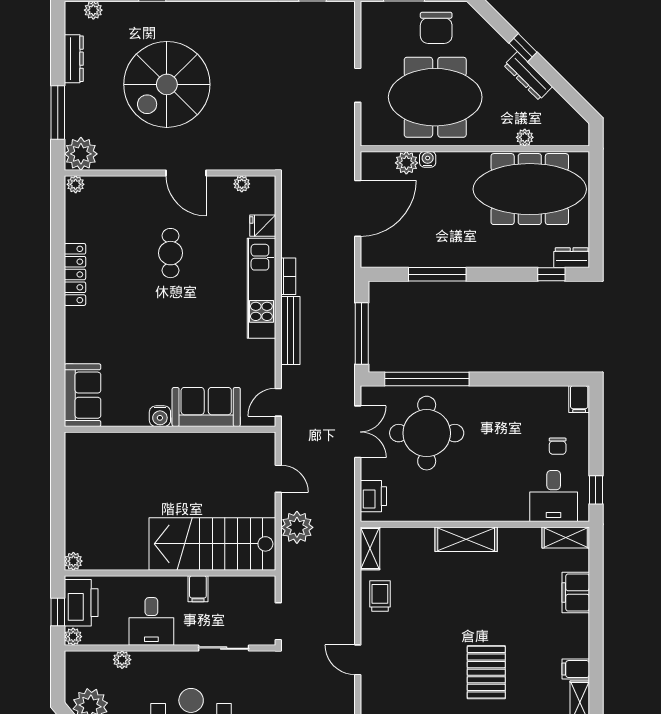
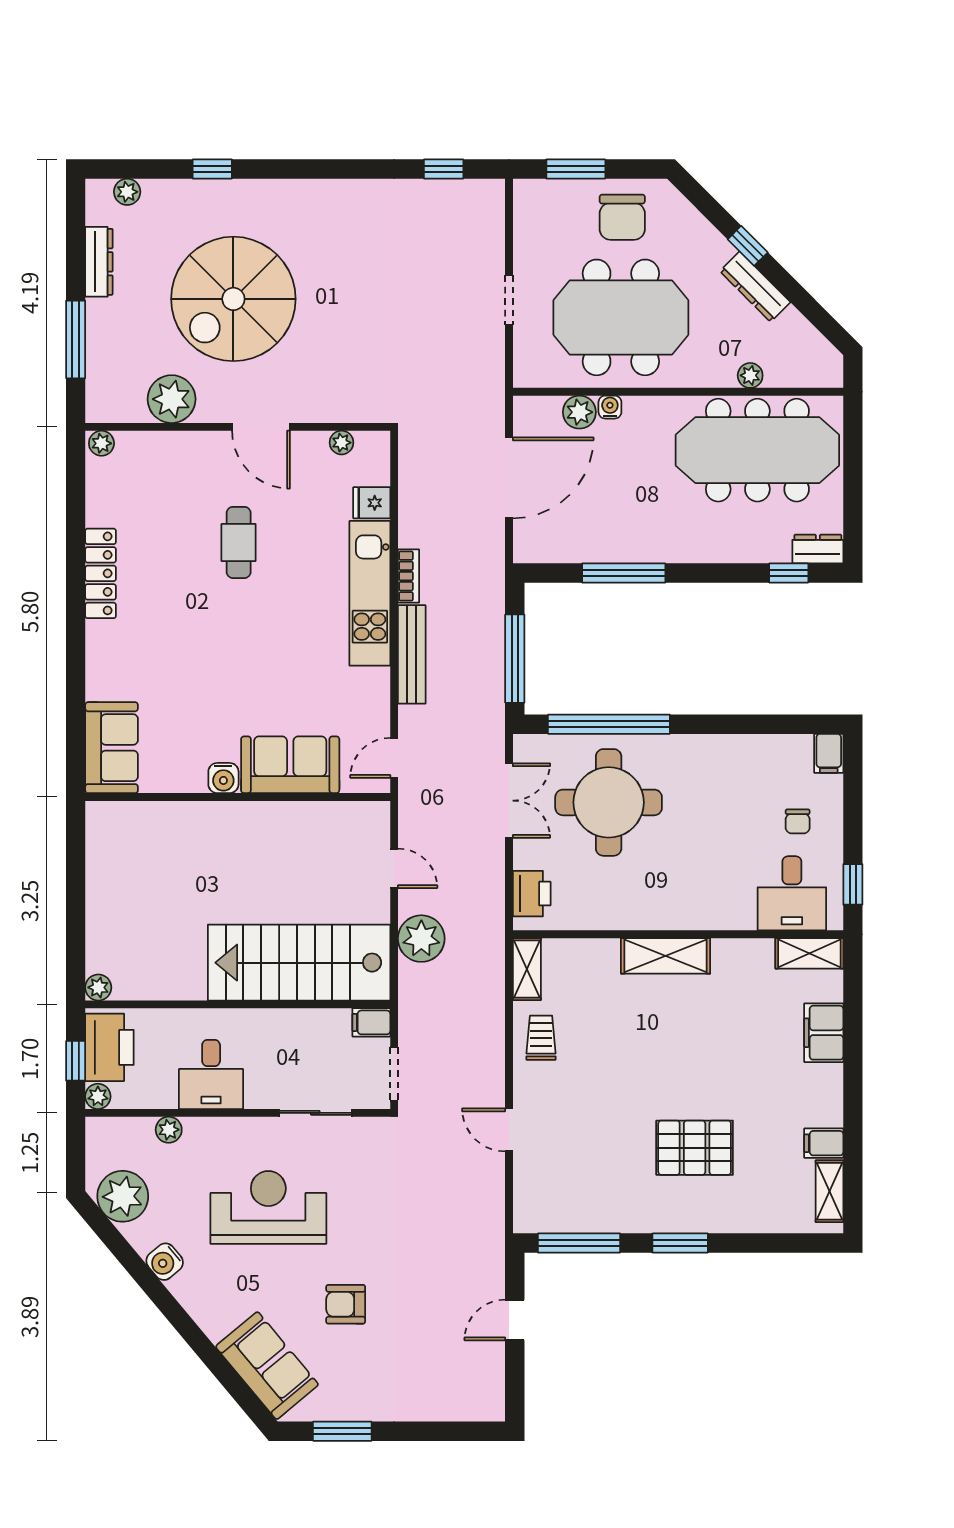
plant: (81, 154) -> (172, 399), moved
filing cabinet: (198, 589) -> (371, 1022), moved, turned 90
pallet: (486, 672) -> (695, 1148), turned 90

